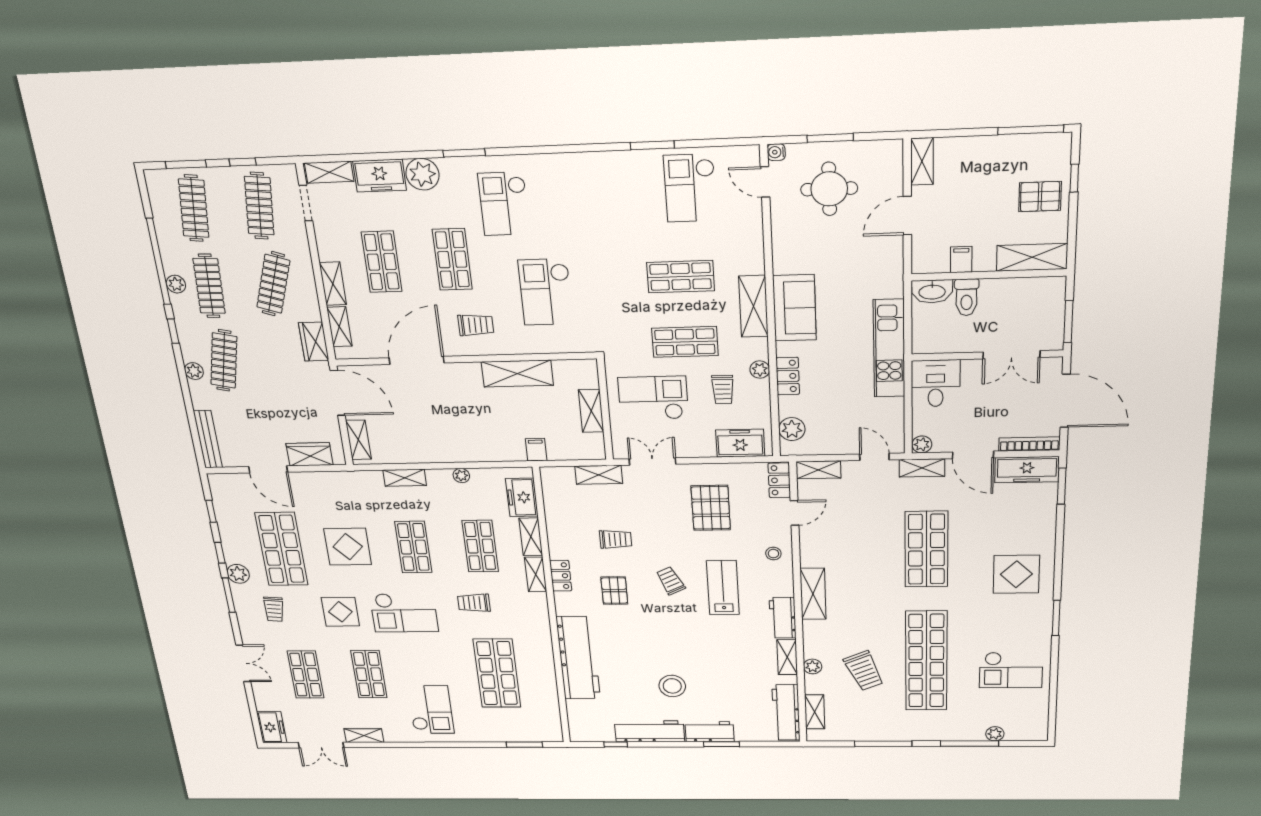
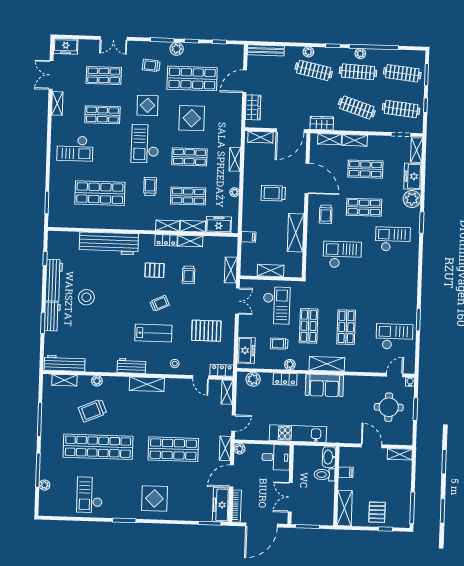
trolley: (453, 414) -> (273, 193), added
shelving: (787, 657) -> (190, 241), moved

